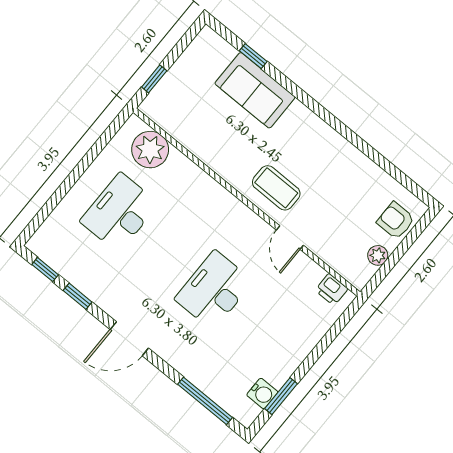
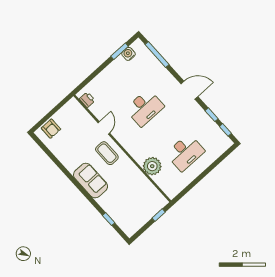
sofa: (255, 90) -> (91, 181), moved
plant: (150, 150) -> (152, 166), moved
plant: (378, 255) -> (62, 113), removed

